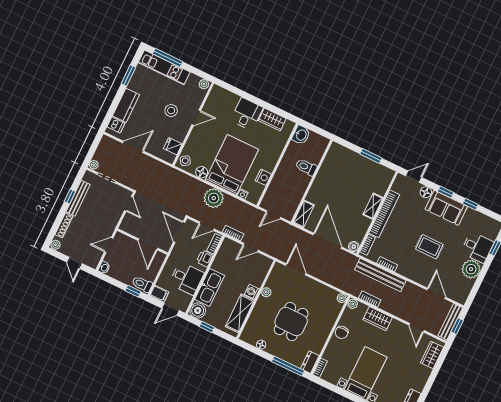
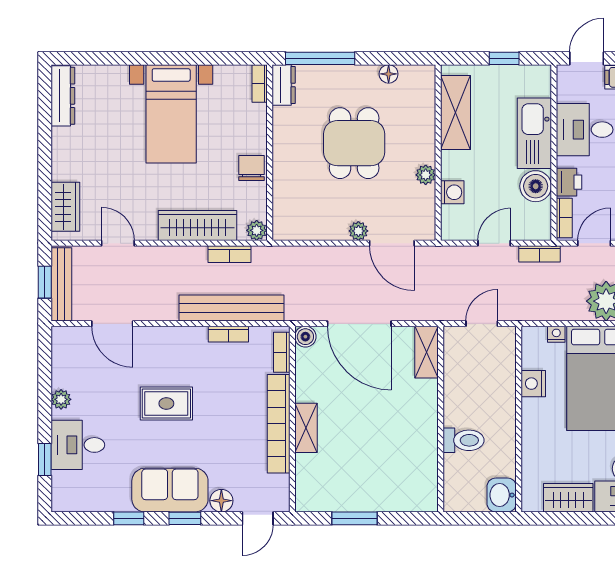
plant: (471, 269) -> (61, 399), width x0.53, depth x0.53
washing machine: (252, 292) -> (452, 192), moved
plant: (342, 298) -> (358, 231), moved
boiler: (198, 311) -> (536, 186), moved
wardrobe: (378, 319) -> (197, 225), width x1.50

